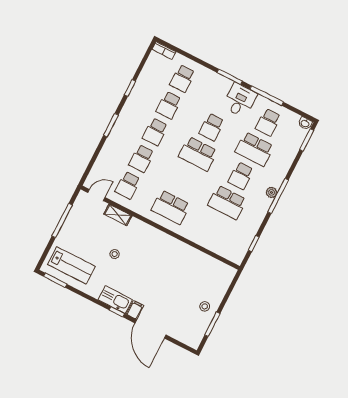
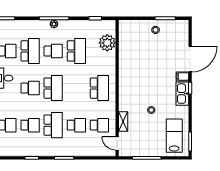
school desk: (155, 132) -> (53, 125), width x1.85
plant: (218, 243) -> (107, 43), added

